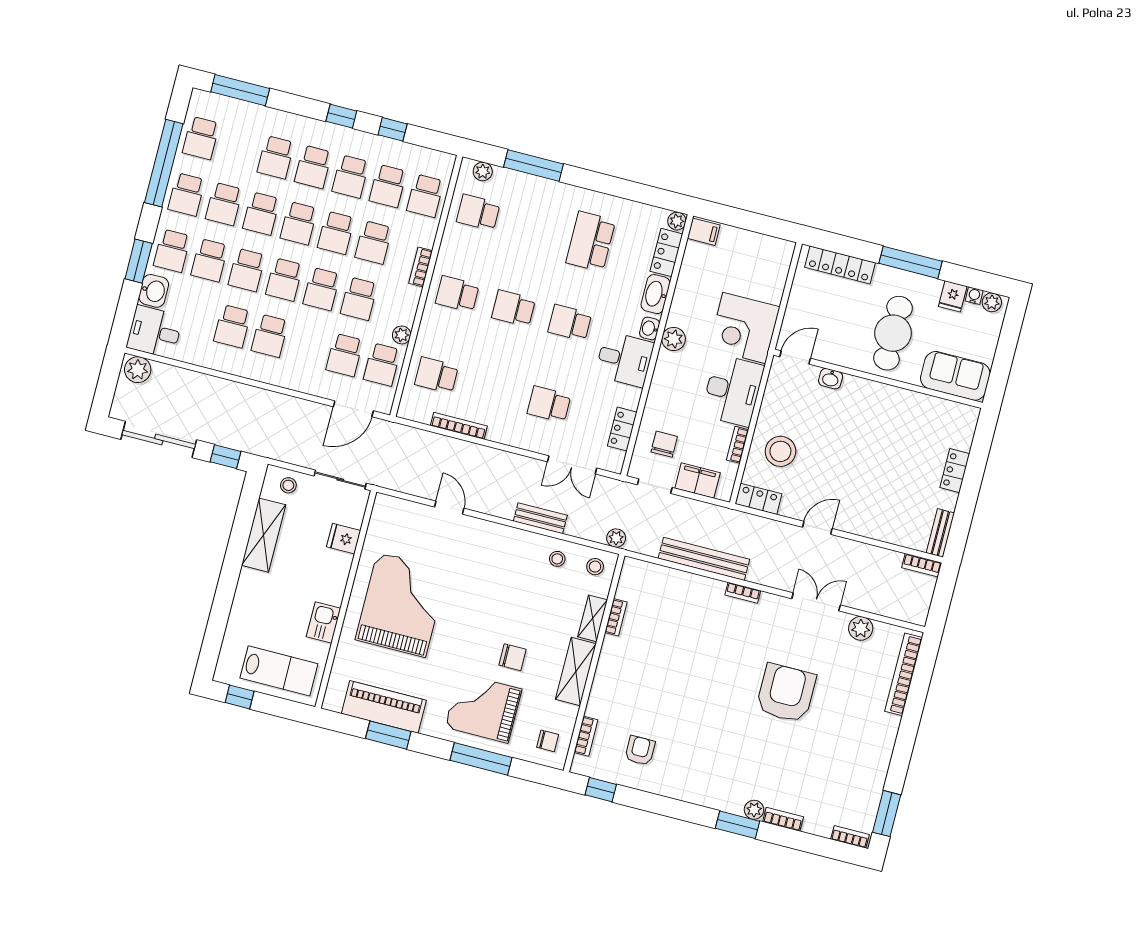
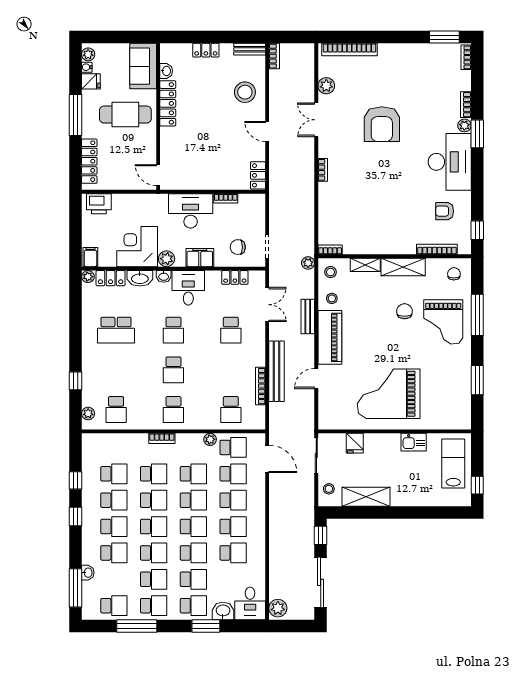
washbasin: (257, 113) -> (88, 573), added
window: (164, 163) -> (137, 626), width x0.68
window: (534, 166) -> (76, 381), width x0.46
school desk: (425, 196) -> (233, 500), moved
printer: (776, 263) -> (99, 204), added
corner desk: (744, 328) -> (137, 247), moved, turned 180
washbasin: (831, 379) -> (166, 71), moved
locker: (893, 397) -> (168, 103), added
stool: (780, 451) -> (245, 92), moved
filing cabinet: (698, 481) -> (200, 258), moved, turned 90
bench: (704, 559) -> (277, 371), moved
bookcase: (616, 617) -> (330, 250), moved
armchair: (786, 693) -> (382, 124), turned -90
piano: (384, 707) -> (330, 337), moved, turned 180
bookcase: (586, 736) -> (437, 249), width x1.56
desk: (708, 776) -> (450, 162), added

